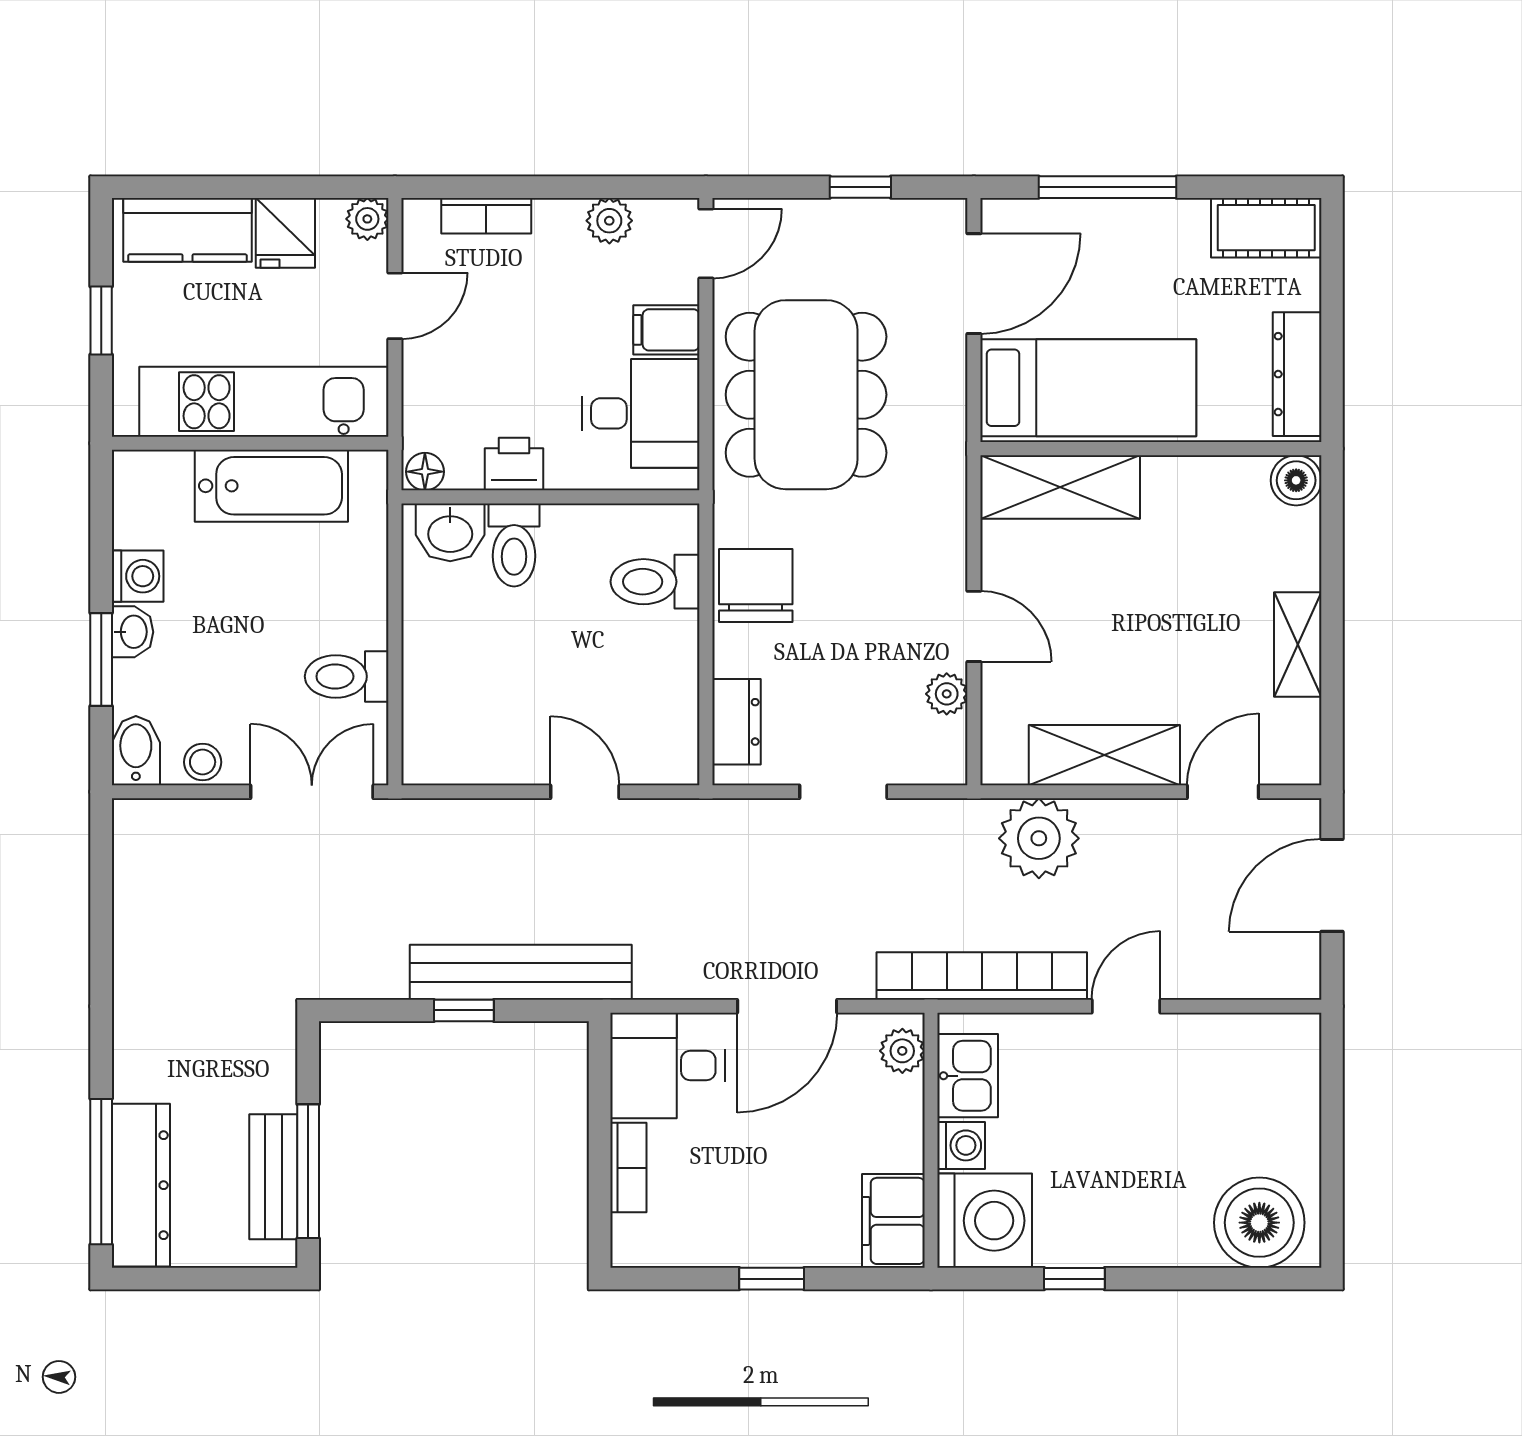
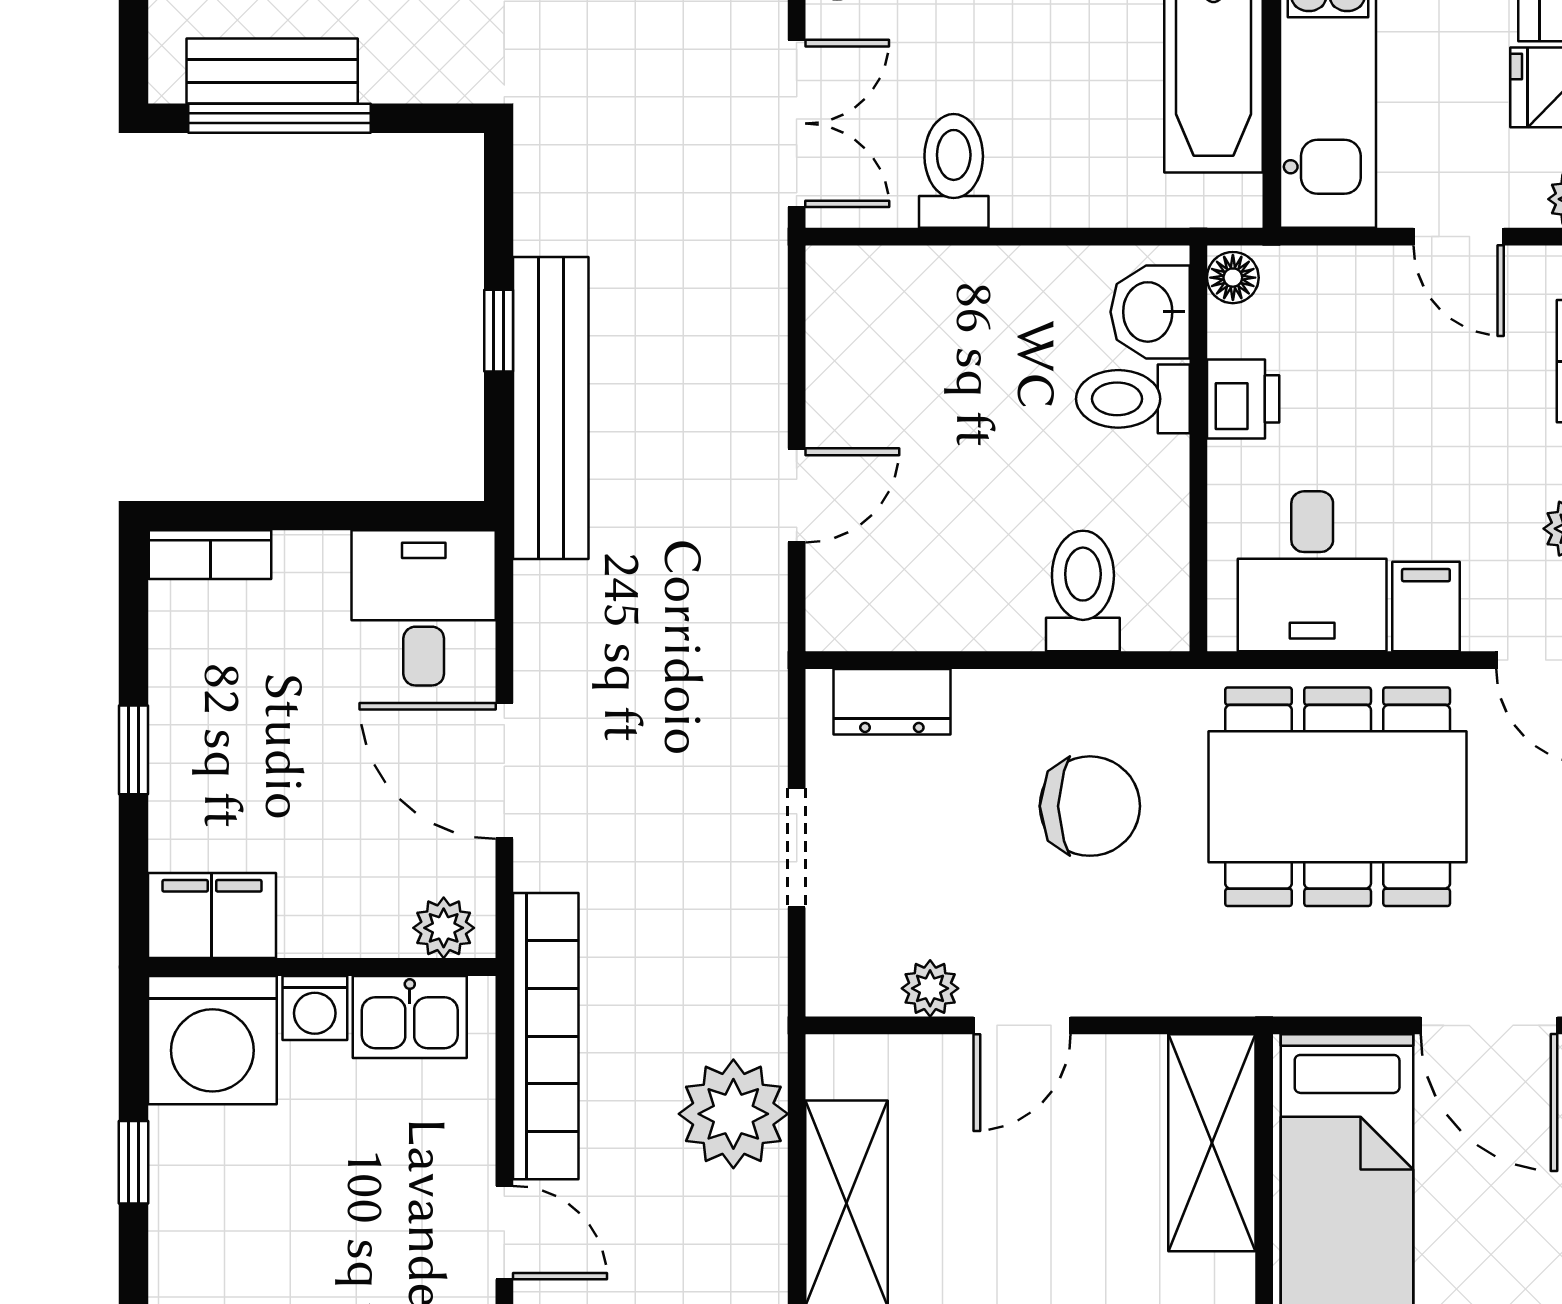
chair: (756, 585) -> (1090, 806), moved
bookcase: (628, 1168) -> (210, 555), moved

